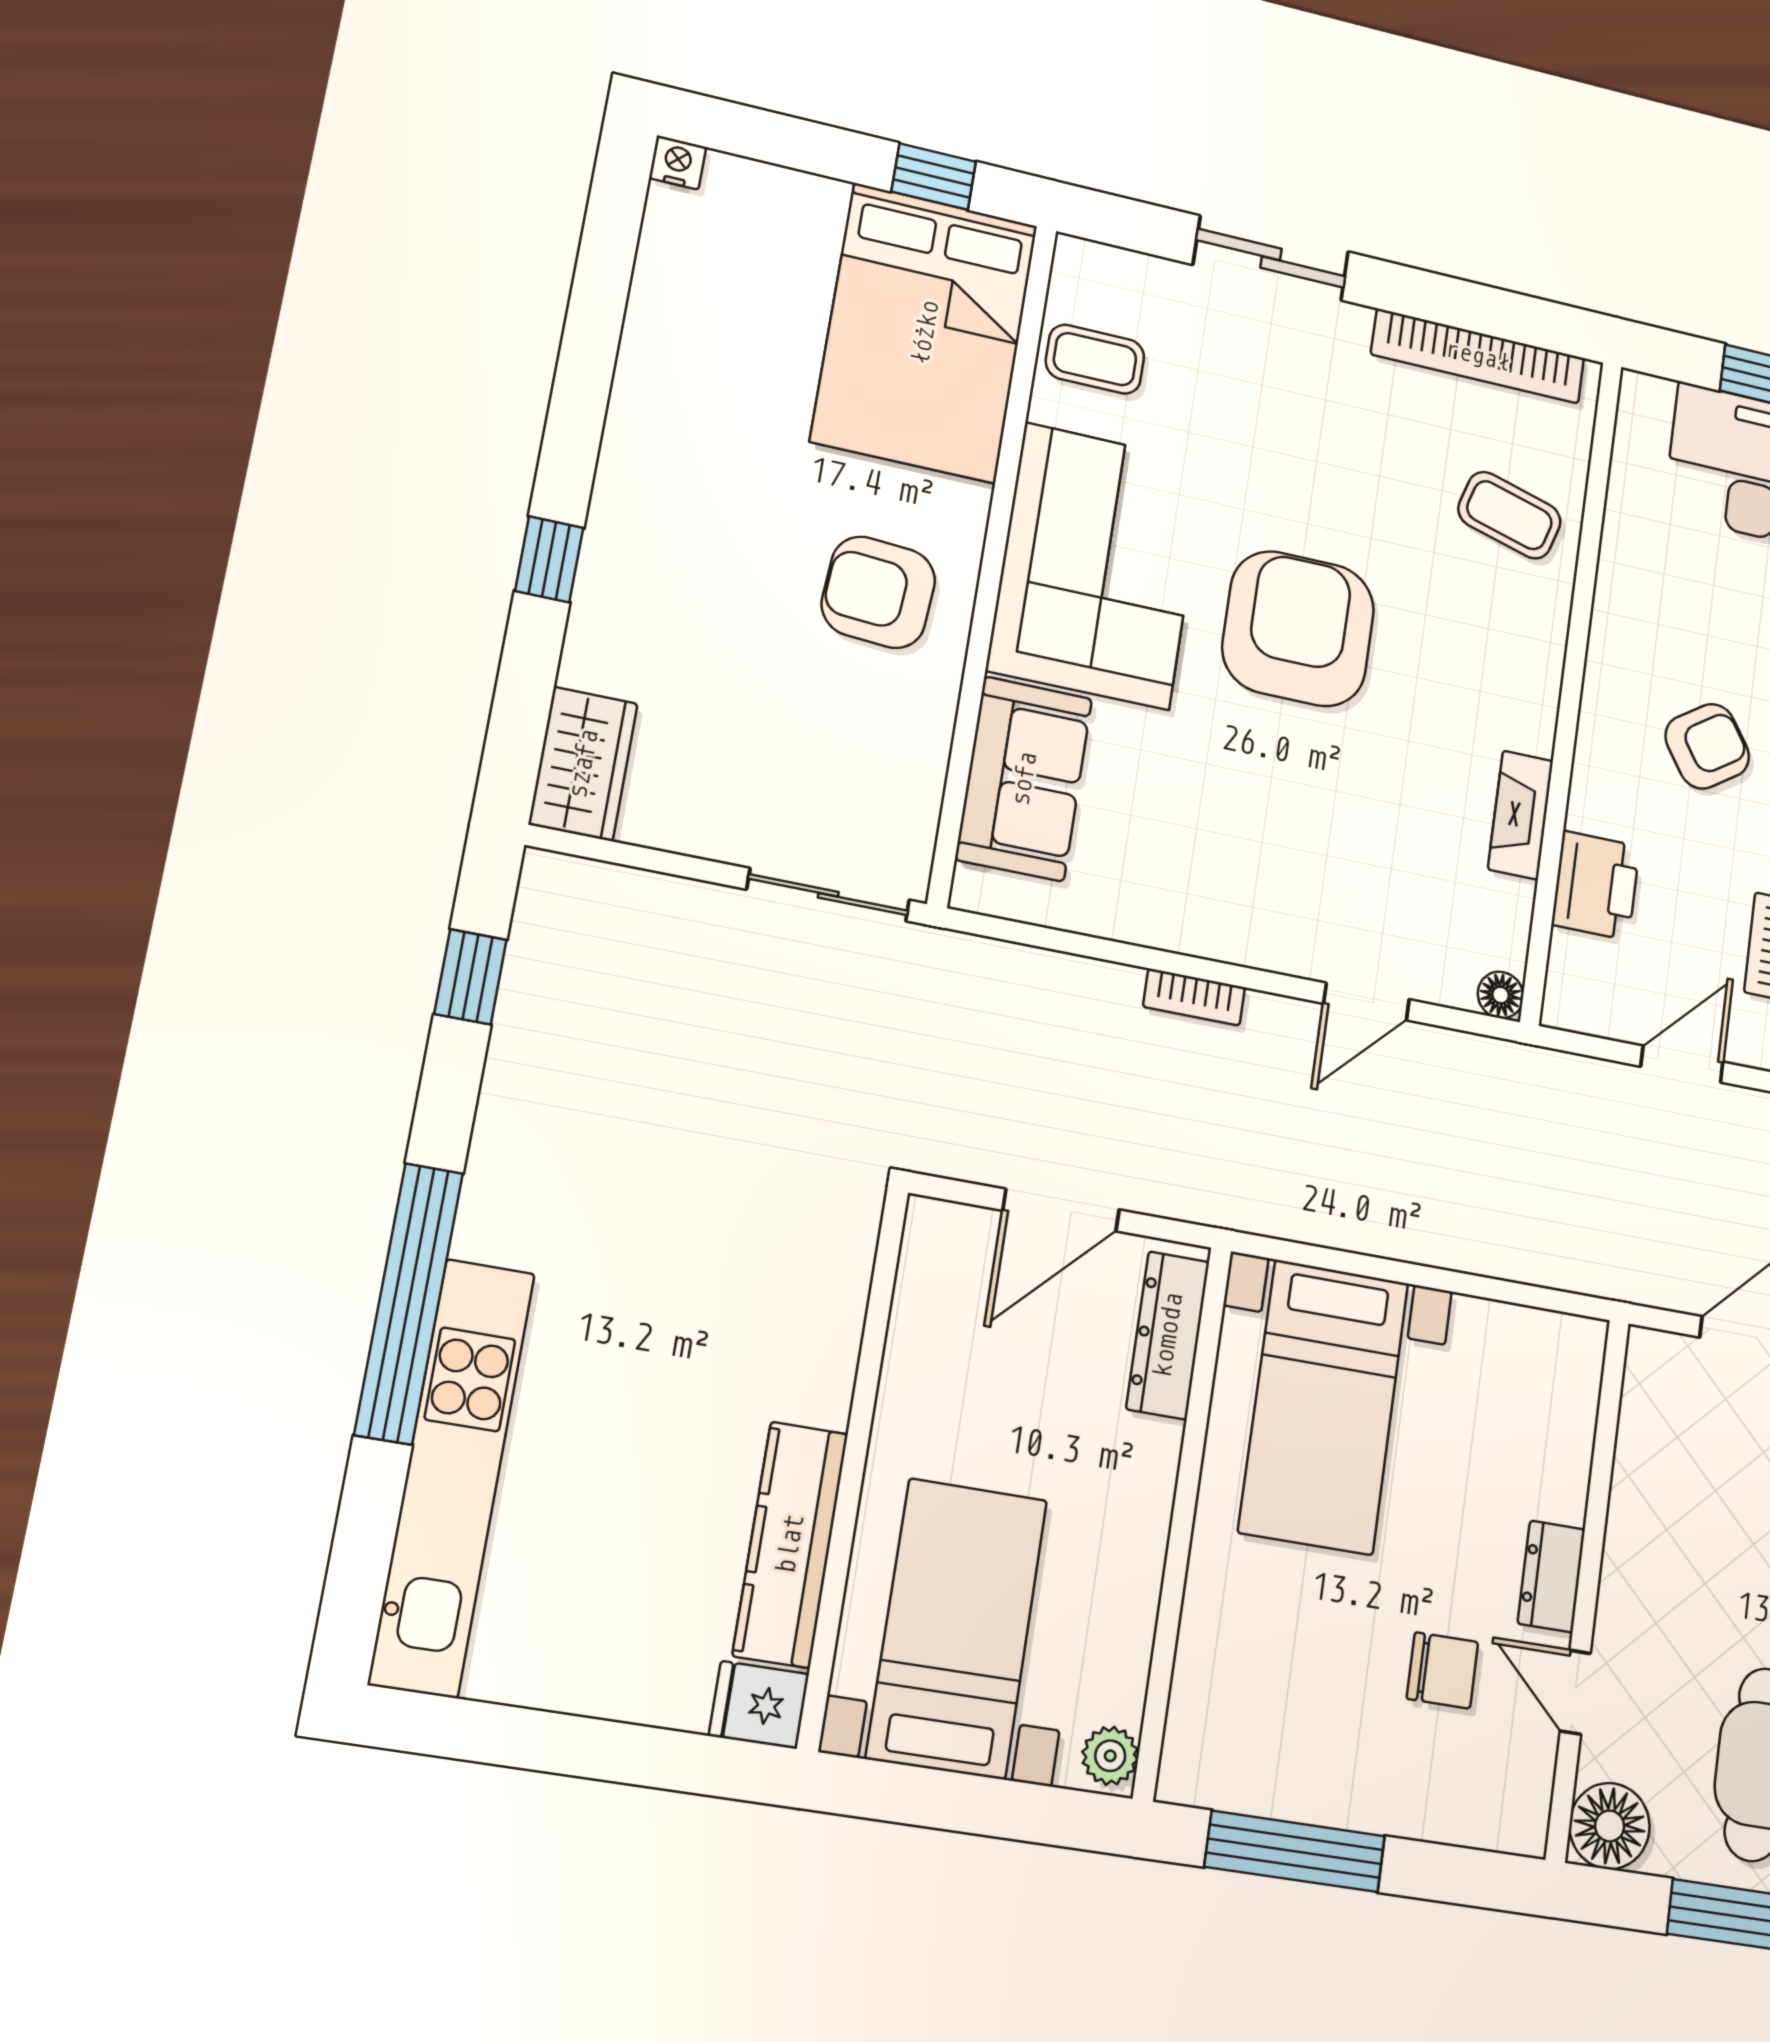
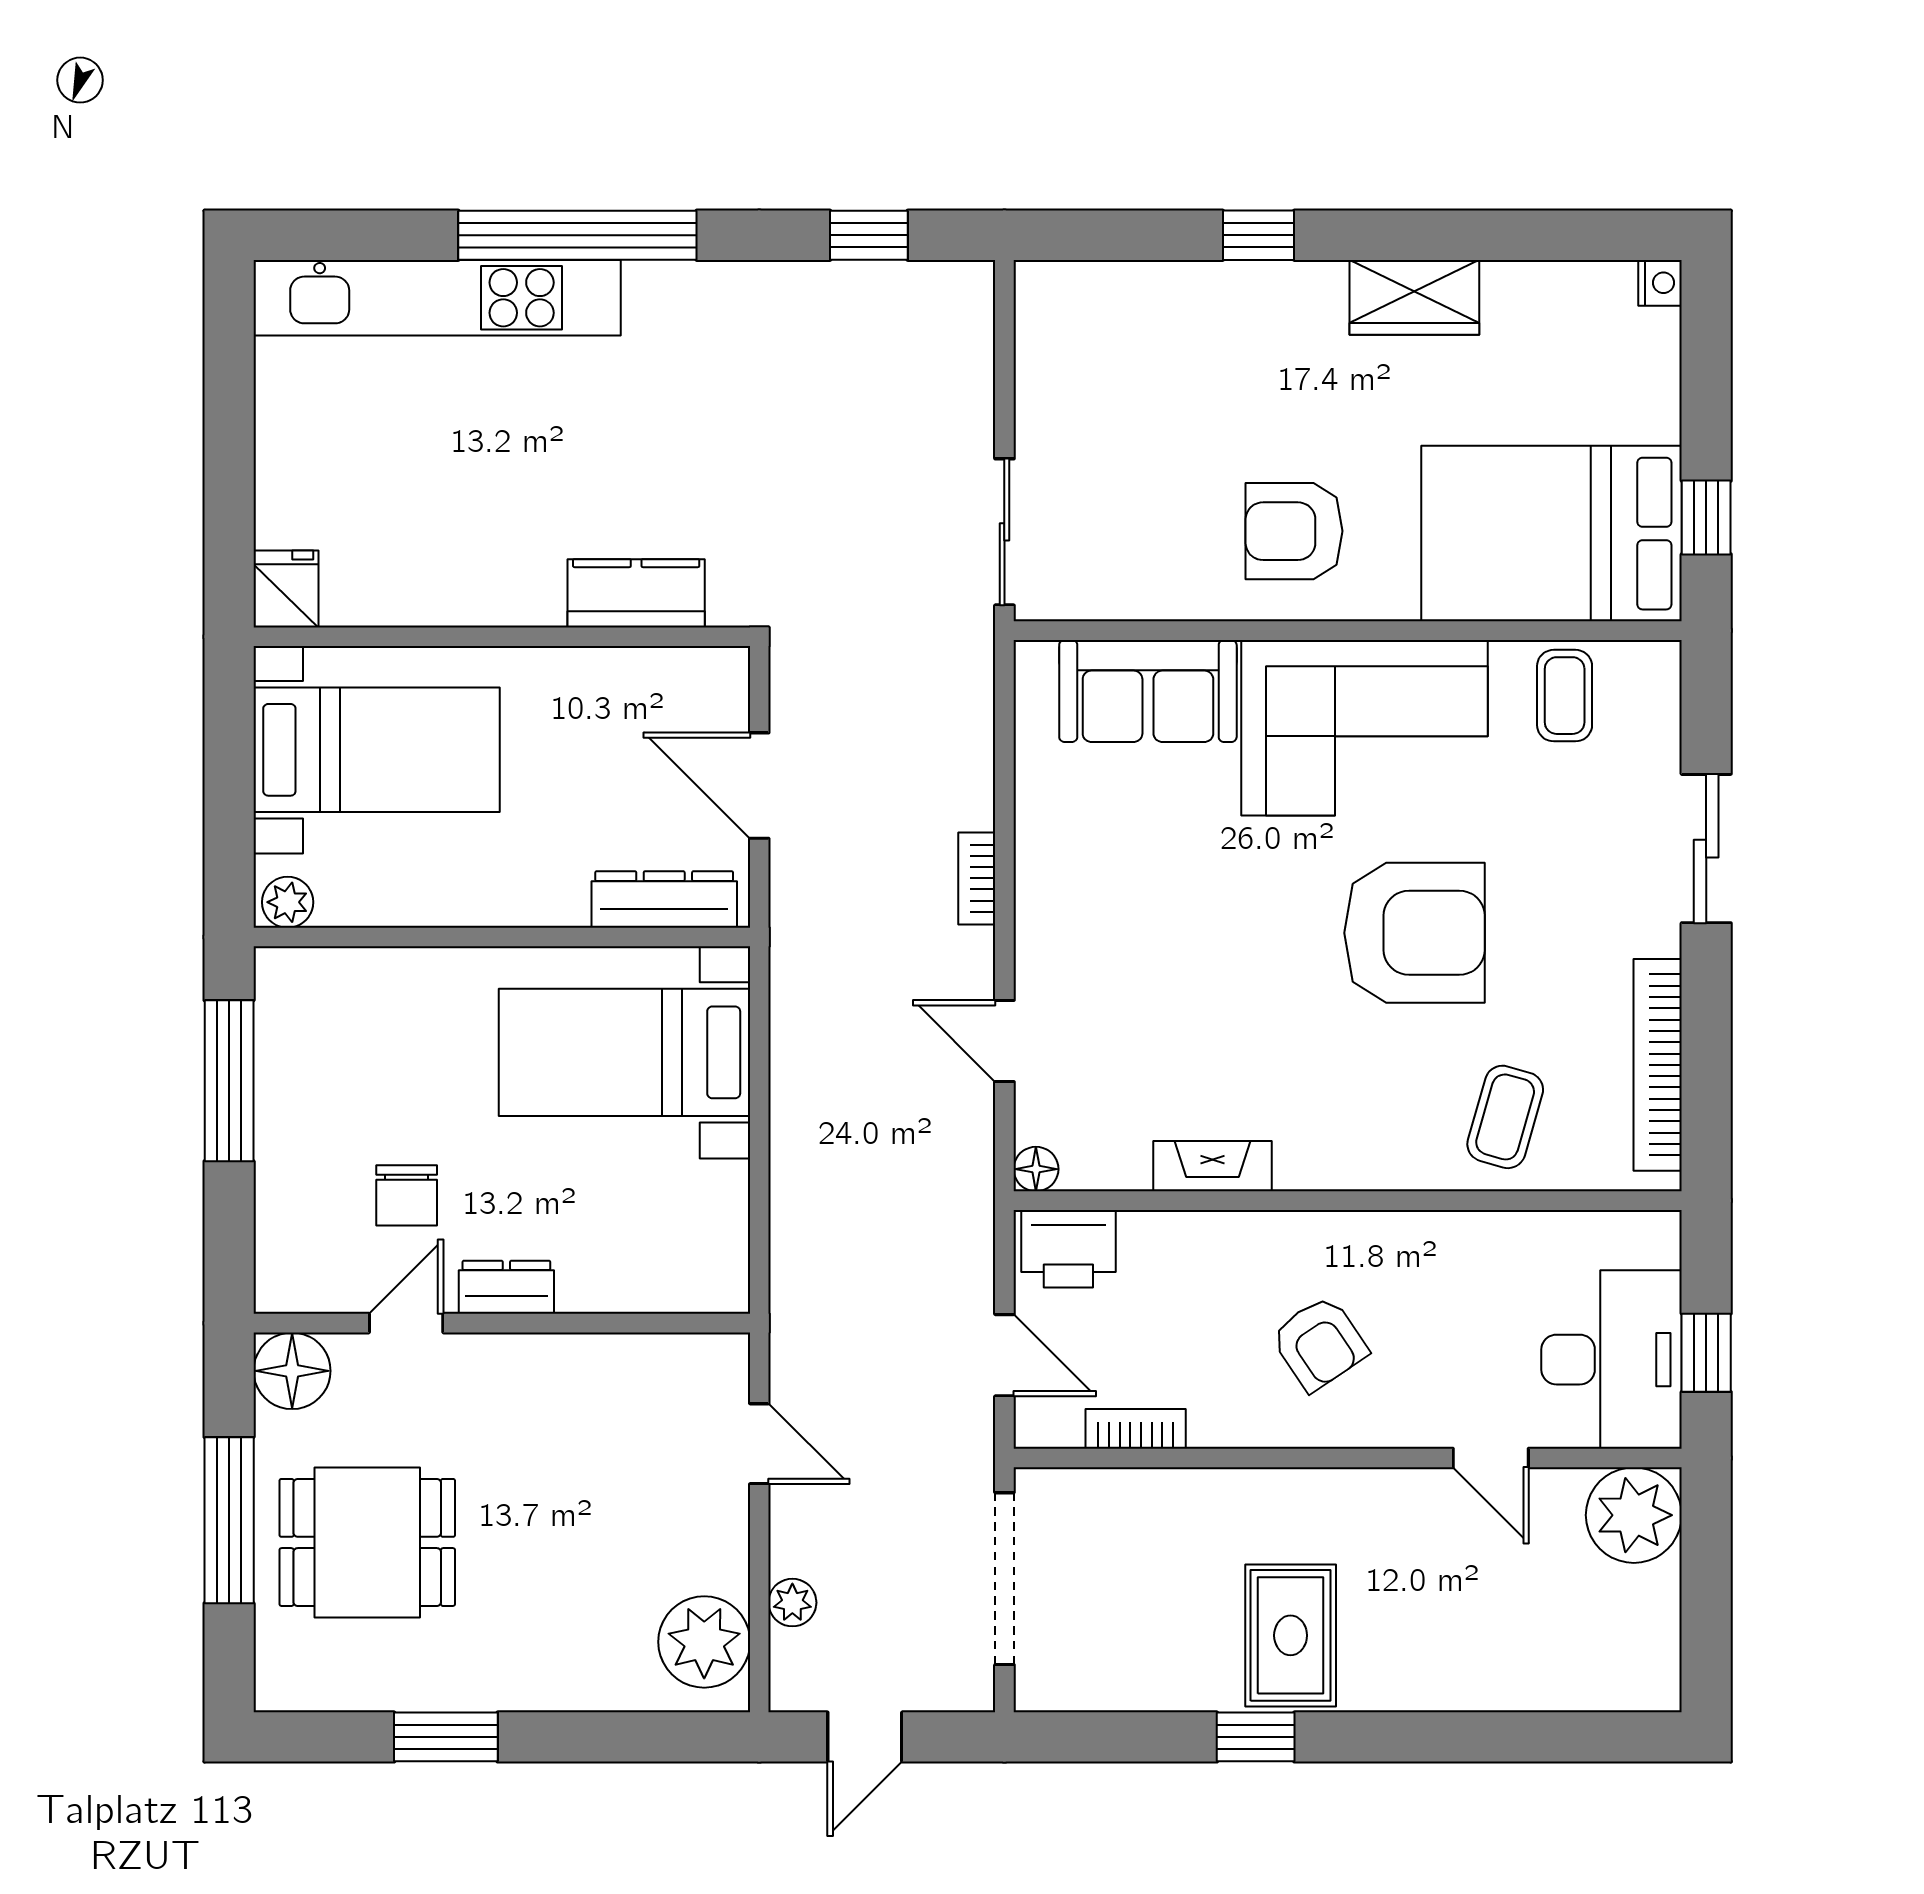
armchair: (878, 592) -> (1294, 531), turned -94
armchair: (1298, 629) -> (1415, 933), moved
wardrobe: (583, 764) -> (1414, 297), moved
printer: (1596, 885) -> (1068, 1249), moved
kitchen counter: (790, 1544) -> (636, 593), moved, width x0.67

